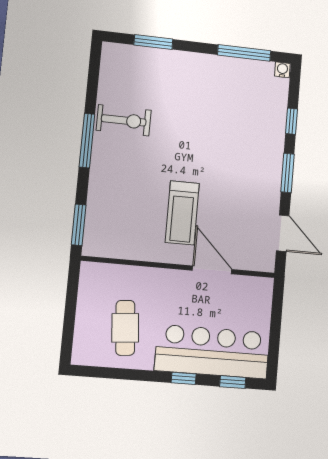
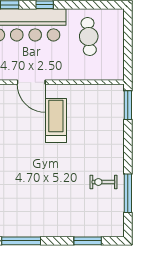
exercise bike: (124, 120) -> (103, 182), width x0.73, depth x0.72
window: (87, 141) -> (128, 193), moved

